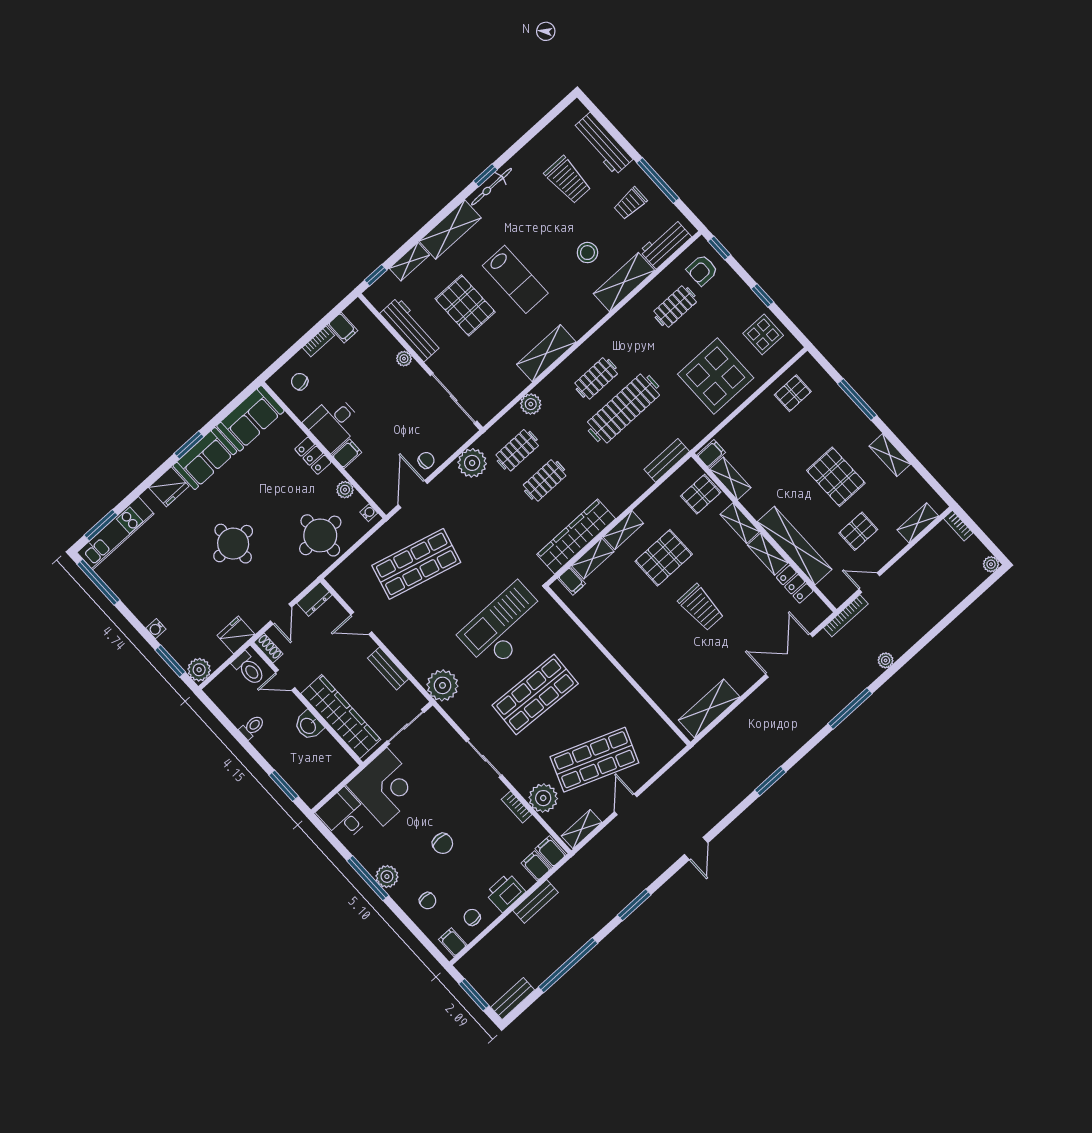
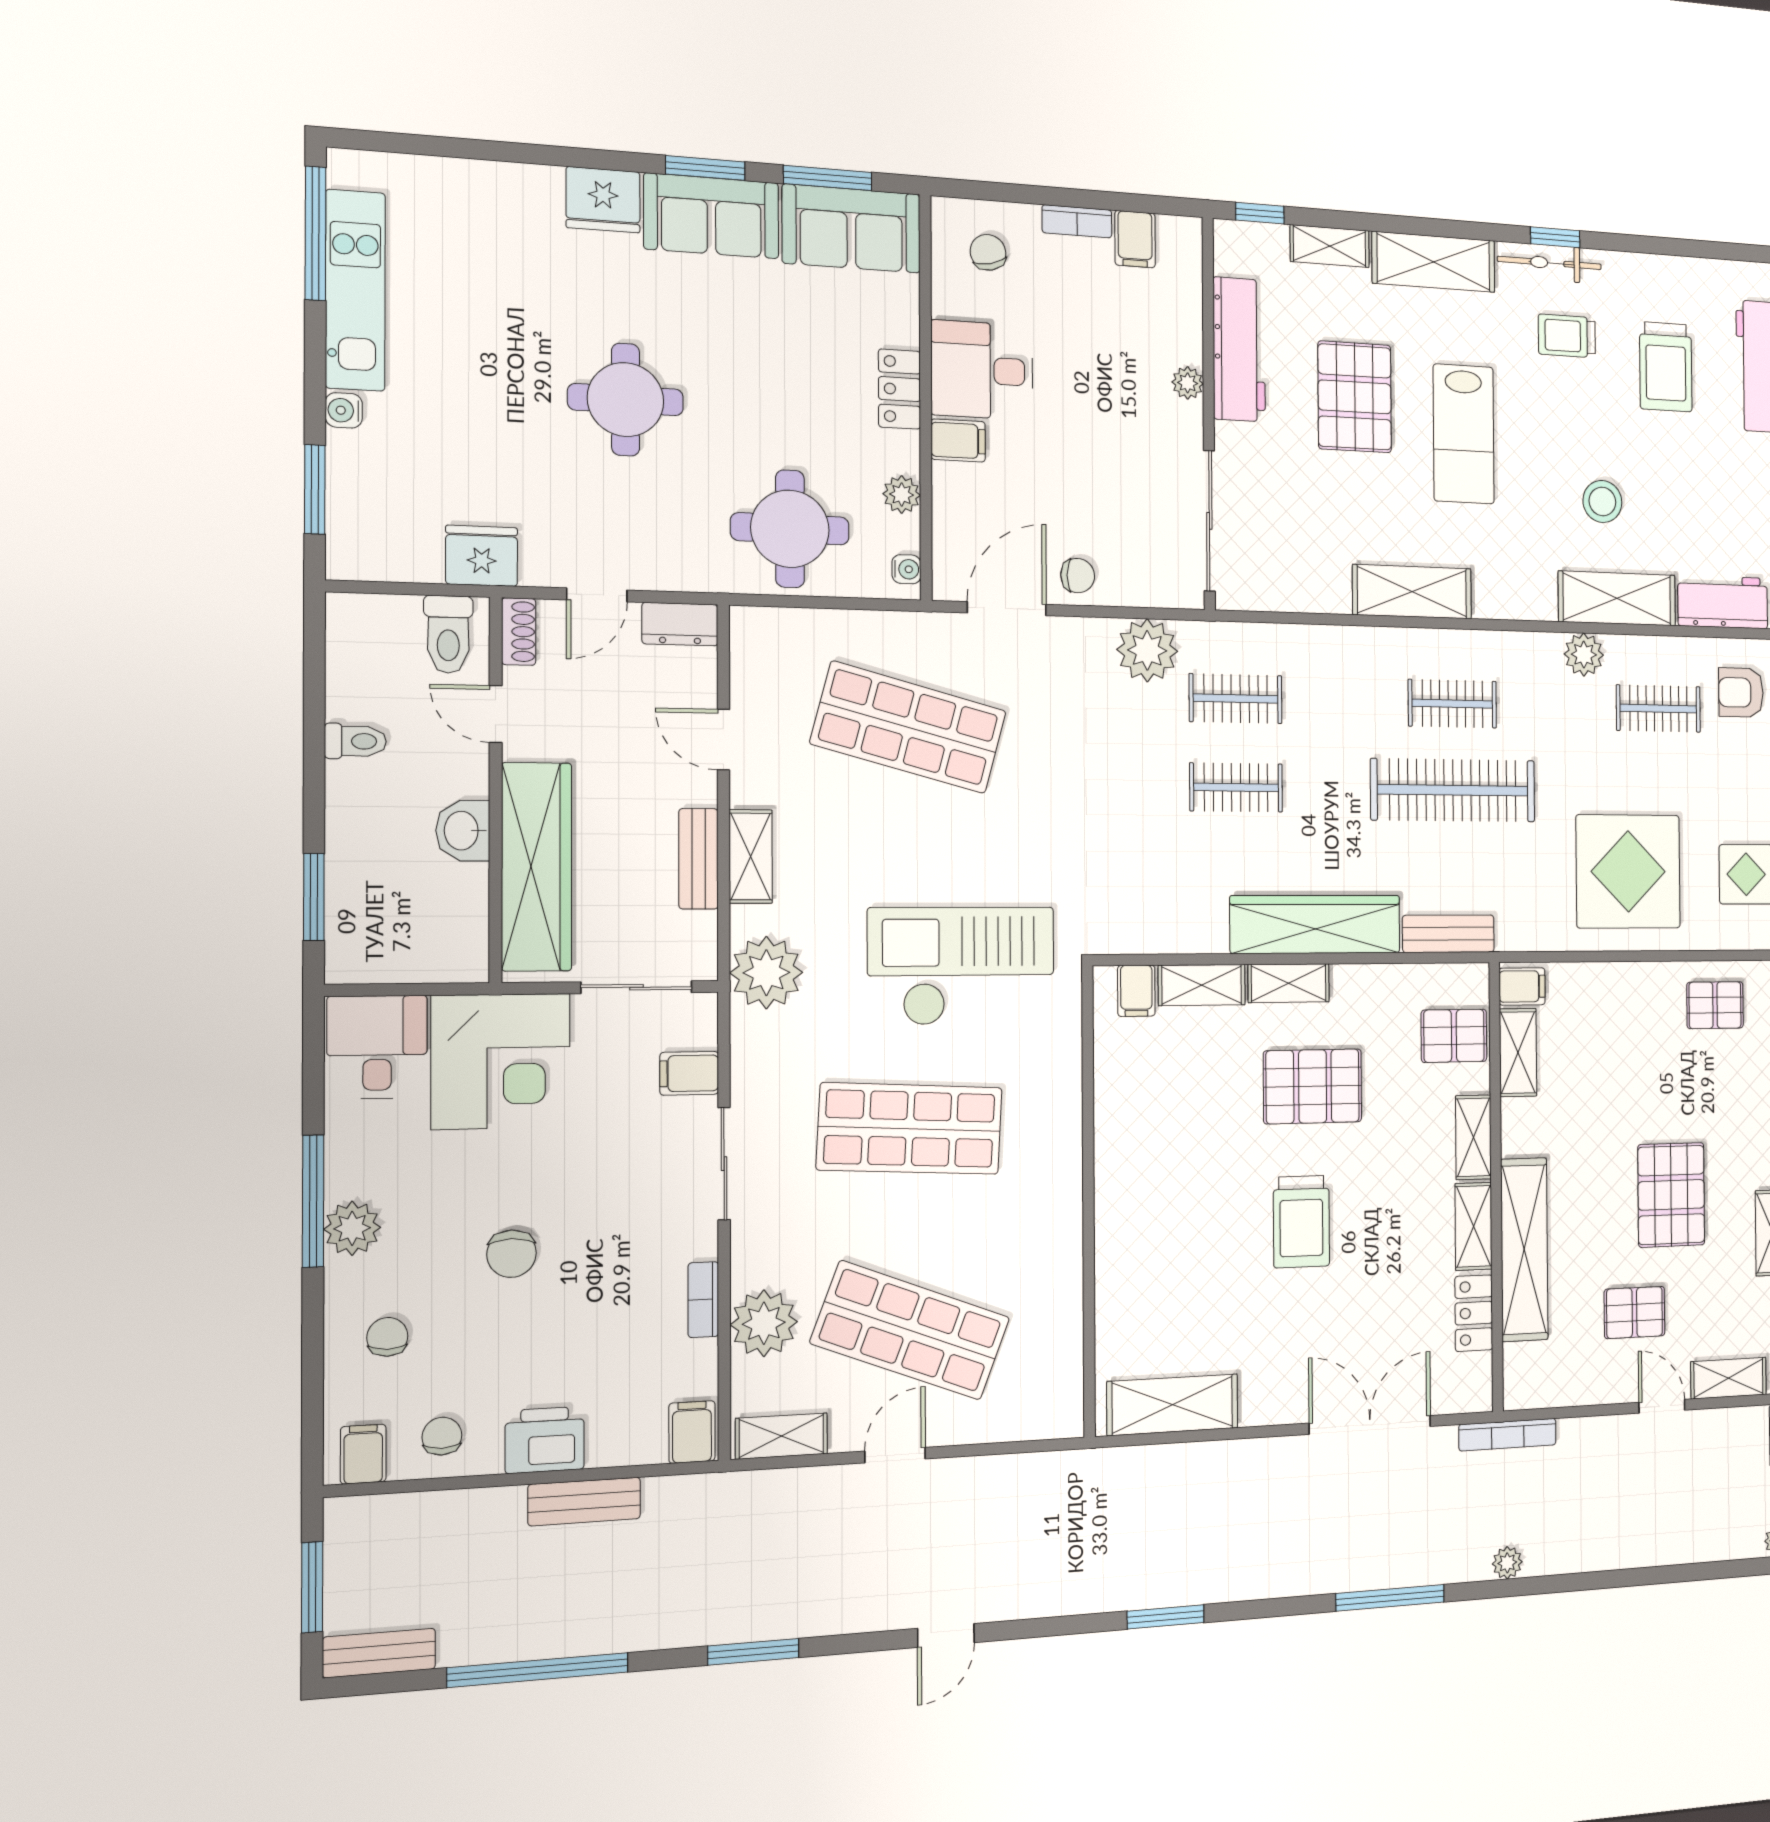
trolley: (630, 203) -> (1567, 336), moved
plant: (531, 404) -> (1584, 655), moved
window: (101, 525) -> (828, 178), moved
kitchen unit: (115, 533) -> (355, 290), moved, turned -90
wardrobe: (576, 537) -> (1315, 924), moved
door: (869, 583) -> (1662, 1406), moved
shelving: (404, 653) -> (751, 856), added
plant: (199, 670) -> (354, 553), removed
filing cabinet: (536, 866) -> (689, 1073), moved, turned -90
chair: (428, 901) -> (387, 1337), turned 180

